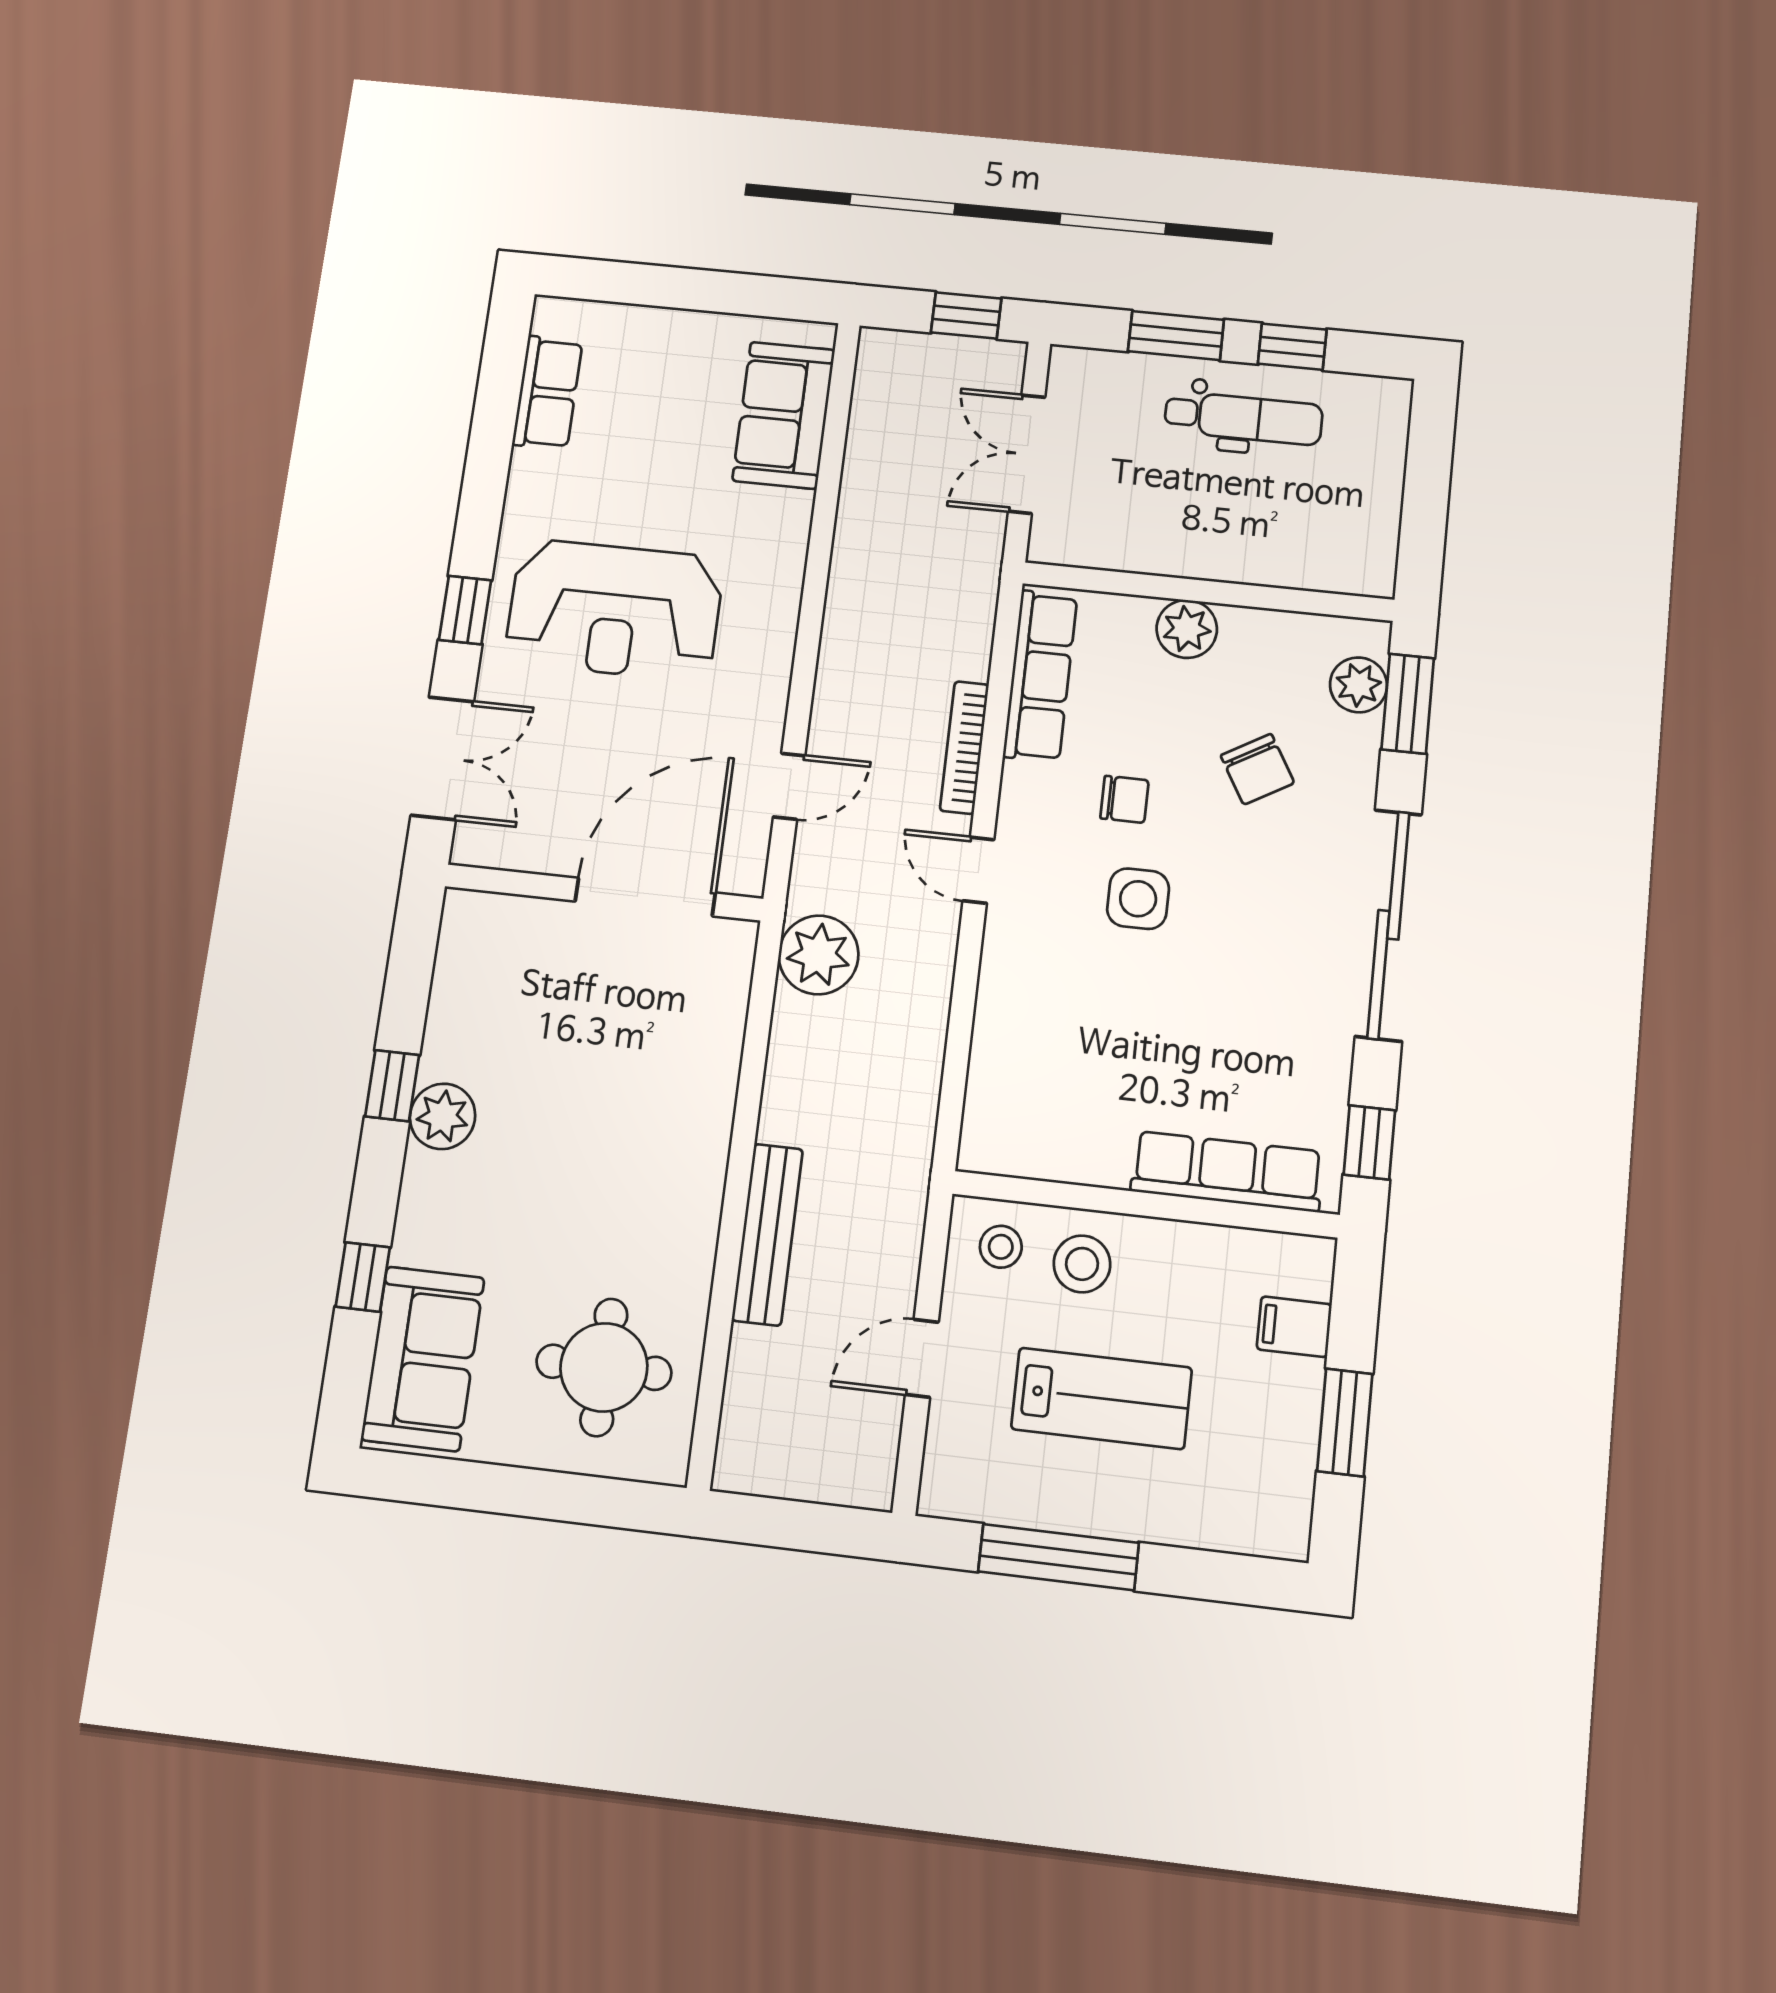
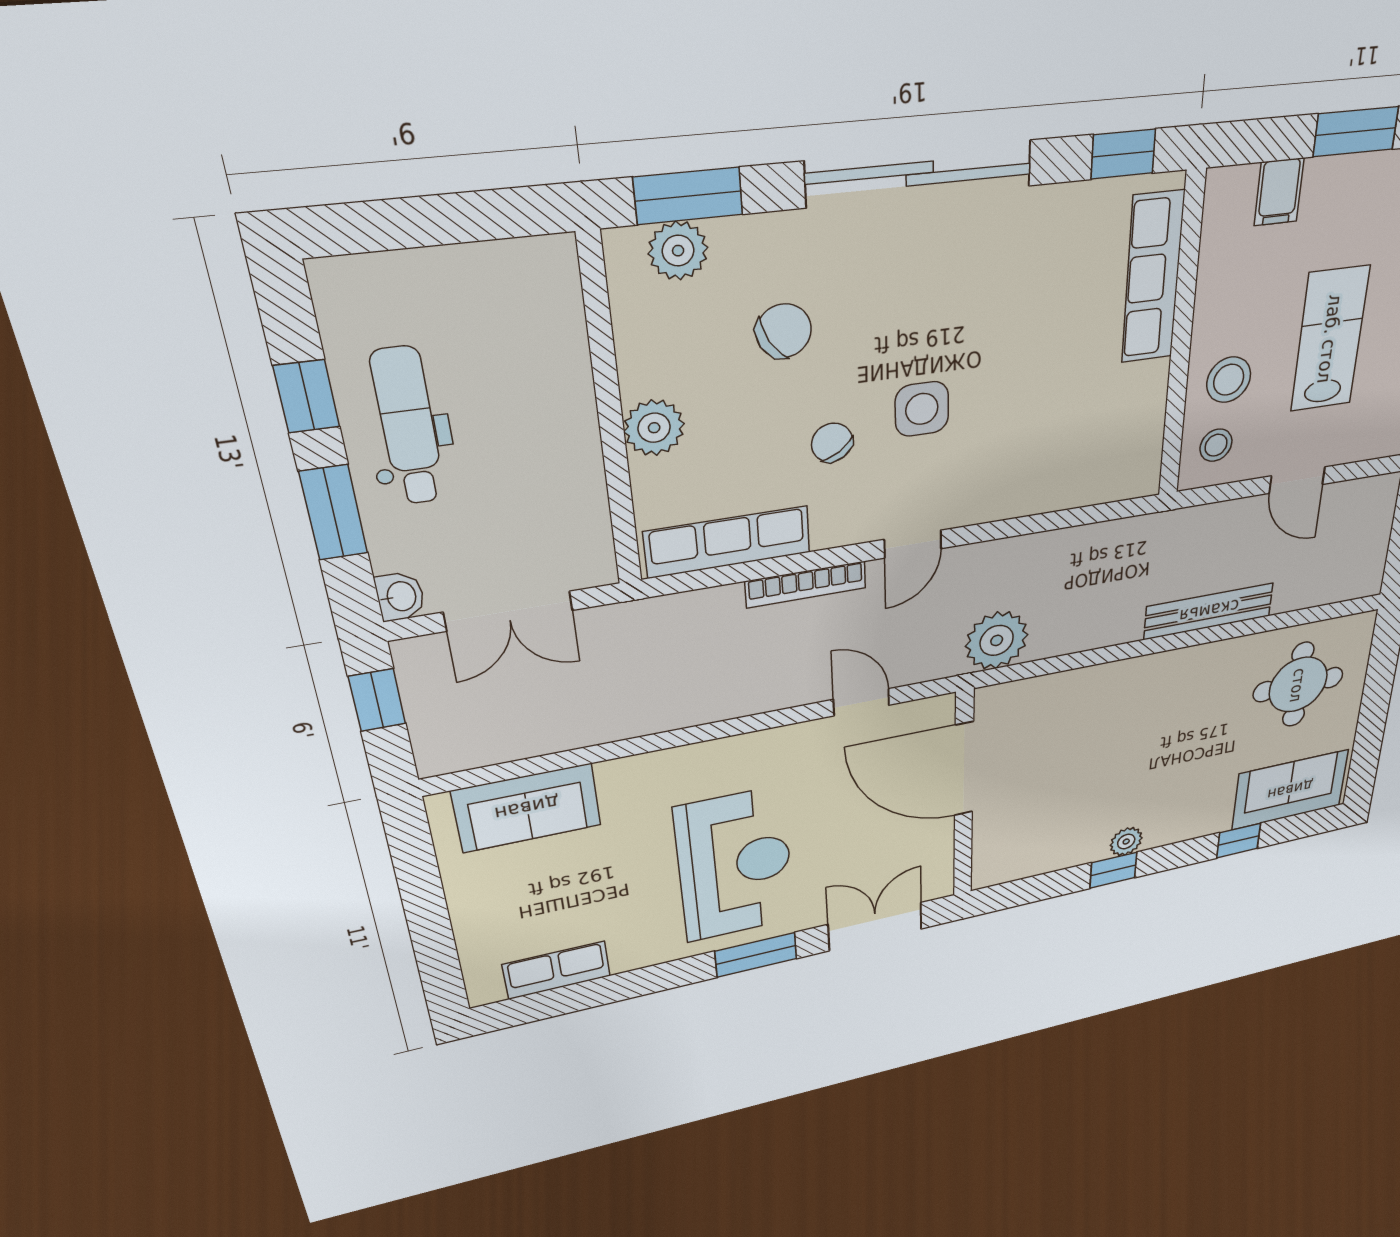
washbasin: (1073, 365) -> (400, 596), added
window: (465, 610) -> (756, 955), width x1.50
chair: (1124, 799) -> (832, 443), turned -34
plant: (443, 1116) -> (1126, 842), width x0.73, depth x0.73

